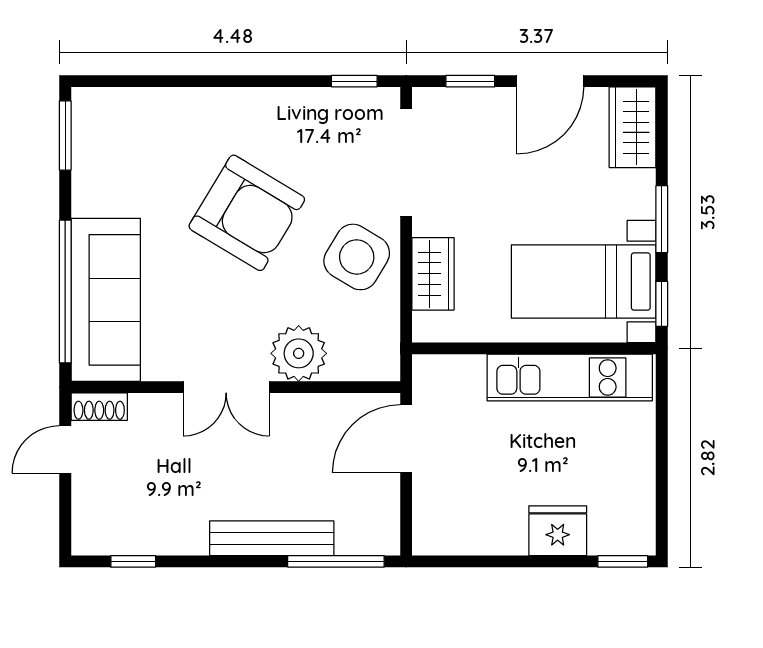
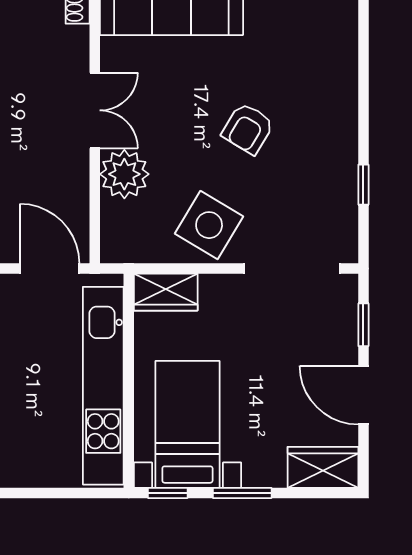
window: (354, 81) -> (363, 185), moved
armchair: (247, 213) -> (248, 129), width x0.53, depth x0.53
wardrobe: (433, 274) -> (166, 292), moved
kitchen unit: (570, 377) -> (103, 386), width x1.36
double door: (226, 387) -> (95, 110), swing flipped

